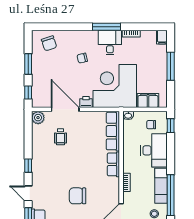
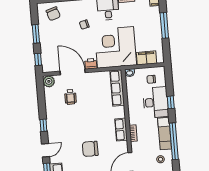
window: (171, 126) -> (171, 102), moved
row of seats: (113, 164) -> (121, 130), moved
door: (28, 193) -> (45, 150), swing flipped

